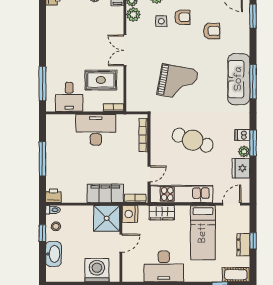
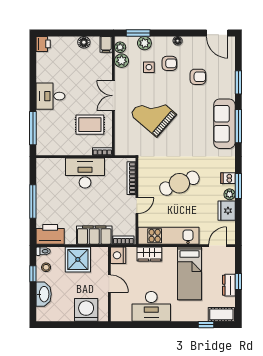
window: (253, 16) -> (238, 82), moved
grand piano: (178, 82) -> (153, 114), moved, turned -149
desk: (69, 97) -> (50, 96), moved, turned 90
cafe table: (193, 140) -> (179, 183), turned -42
door: (149, 174) -> (137, 206), moved
printer: (53, 196) -> (50, 234), width x1.87, depth x1.48
shower: (107, 218) -> (78, 259), moved
door: (121, 243) -> (109, 284), hinge flipped

